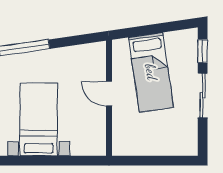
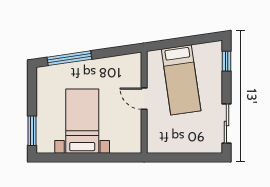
sliding door: (203, 95) -> (226, 123), moved

